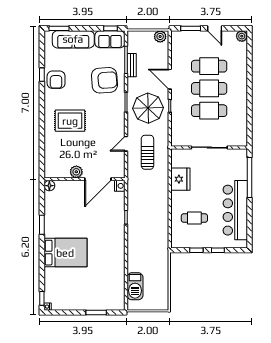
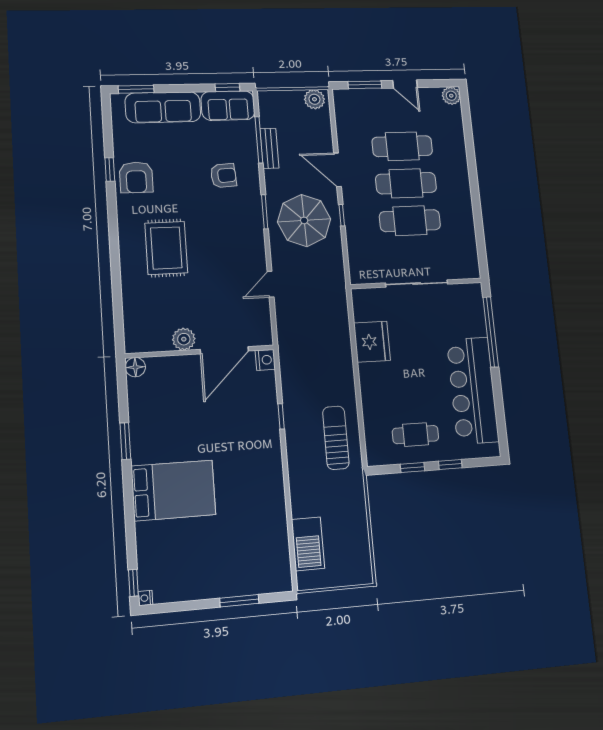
armchair: (104, 80) -> (223, 176), width x0.53, depth x0.53
rug: (70, 121) -> (166, 248), turned 90
sun lounger: (147, 152) -> (336, 438), moved
cafe table: (194, 218) -> (415, 435), moved

